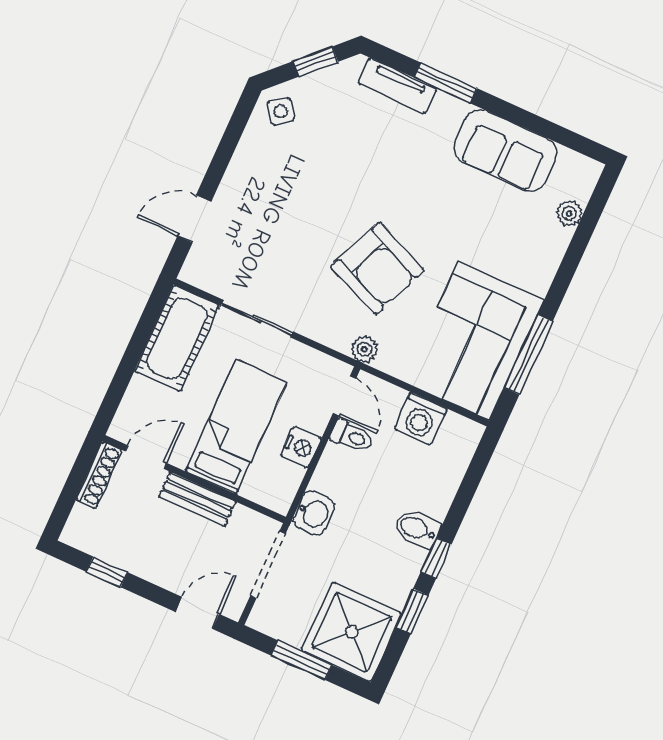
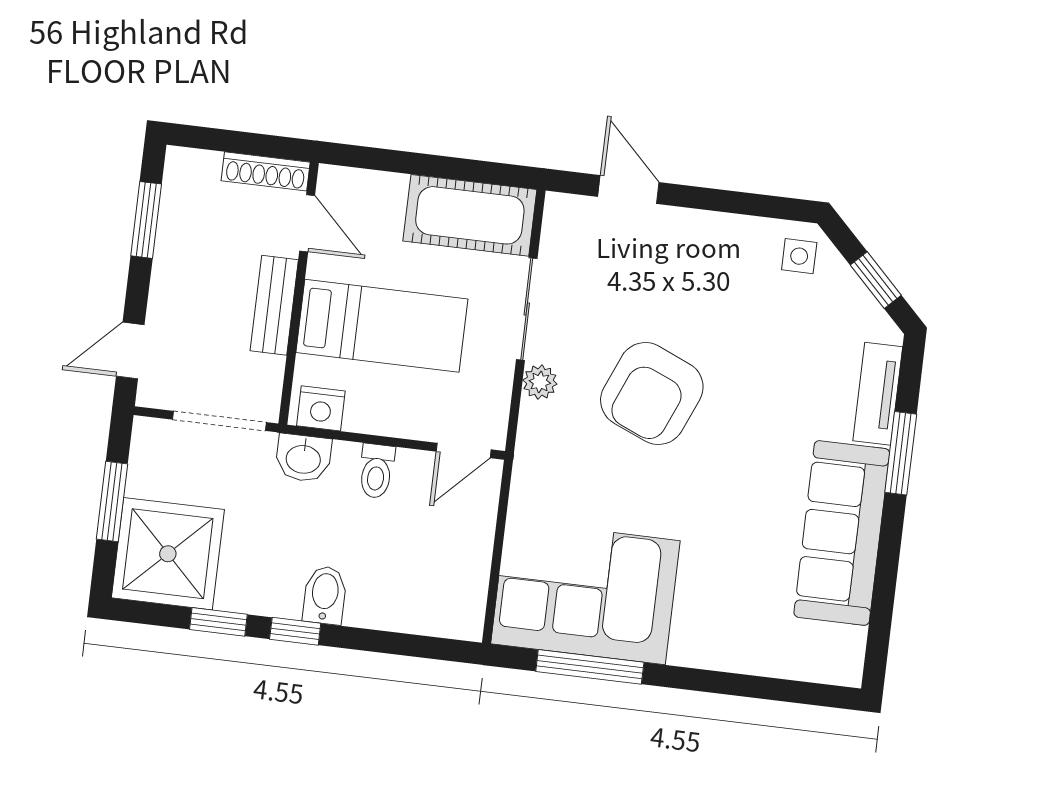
side table: (281, 111) -> (799, 256), turned 36
sofa: (506, 151) -> (842, 533), width x1.36
plant: (569, 213) -> (785, 662), removed
armchair: (377, 269) -> (652, 394), moved
plant: (364, 349) -> (540, 382), moved
washing machine: (421, 419) -> (465, 556), removed
toilet: (352, 436) -> (376, 471), moved
nightstand: (301, 447) -> (321, 408), moved
window: (107, 572) -> (146, 220), width x1.50
door: (197, 613) -> (130, 350), swing flipped

